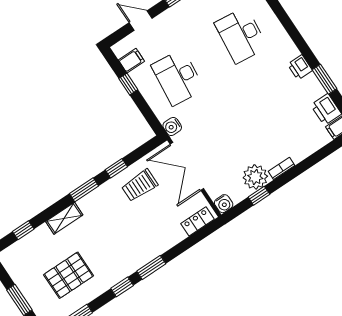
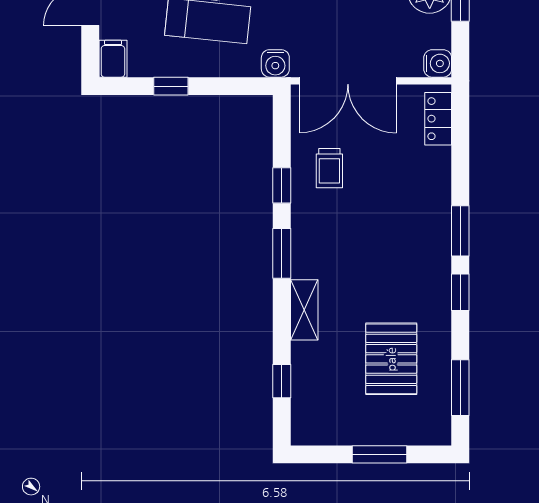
filing cabinet: (131, 61) -> (113, 59), moved
trolley: (140, 185) -> (329, 168), width x0.73, depth x0.72

